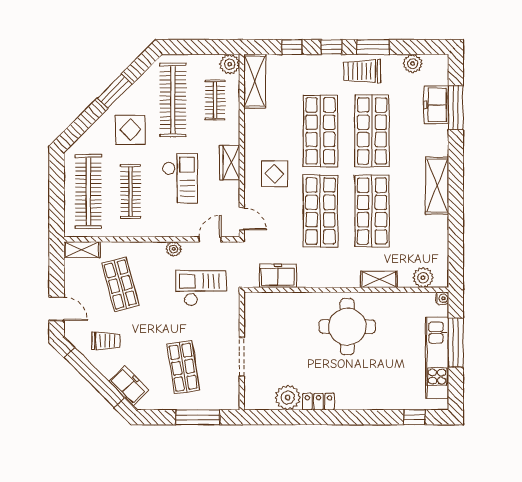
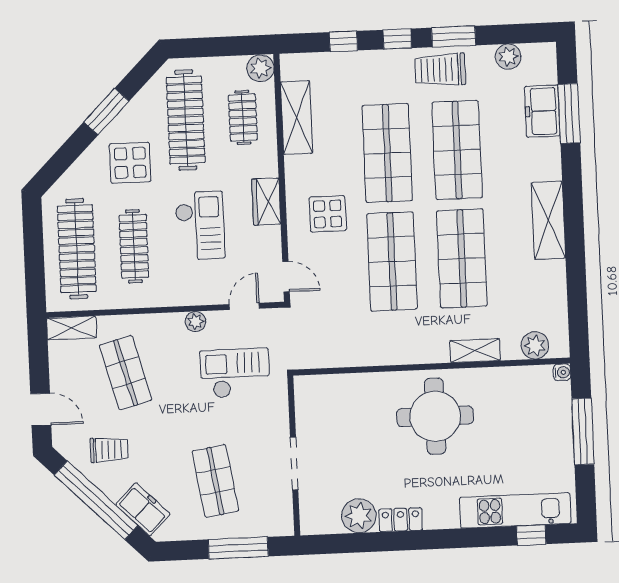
shelving: (255, 81) -> (297, 117), moved
freezer: (278, 276) -> (338, 352), removed
kitchen unit: (437, 358) -> (515, 511), moved, turned 90

